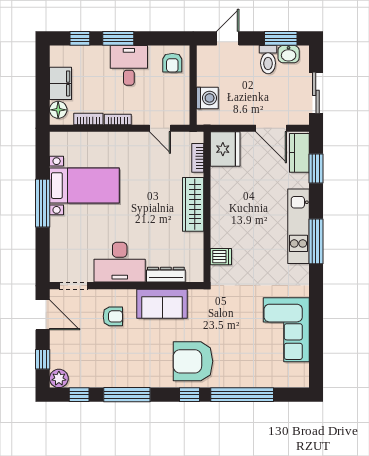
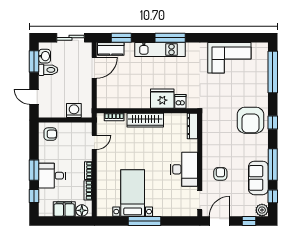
desk: (129, 65) -> (52, 176), moved
fridge: (225, 149) -> (162, 99), moved
dresser: (166, 275) -> (192, 126), moved
sofa: (162, 304) -> (258, 178), moved, turned 180
window: (242, 395) -> (273, 72), moved

